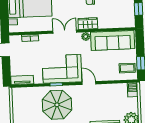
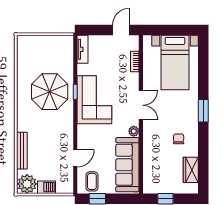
wardrobe: (88, 24) -> (150, 135), removed
door: (89, 83) -> (75, 158), moved
barbecue: (133, 90) -> (46, 187), moved

